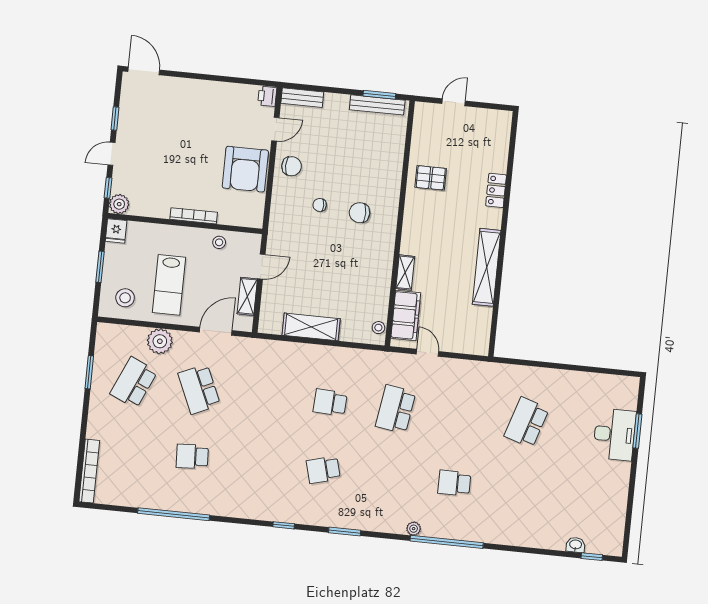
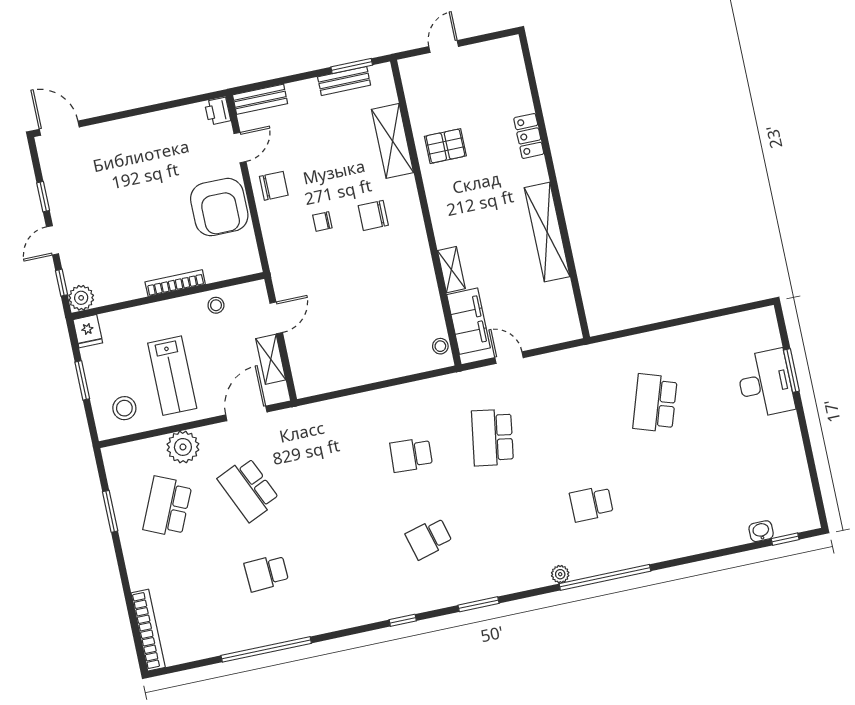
bench: (377, 105) -> (344, 81), width x0.73
shelving: (311, 327) -> (393, 141), moved, turned 90

